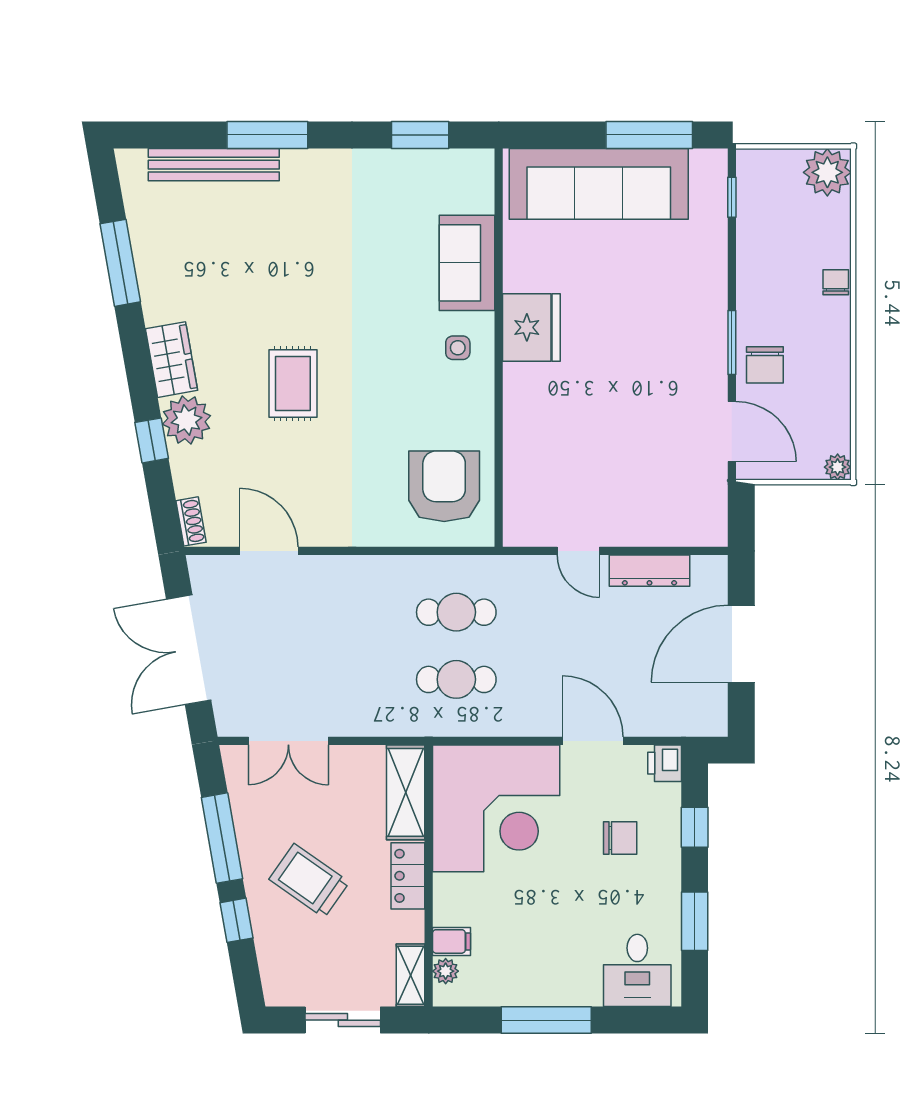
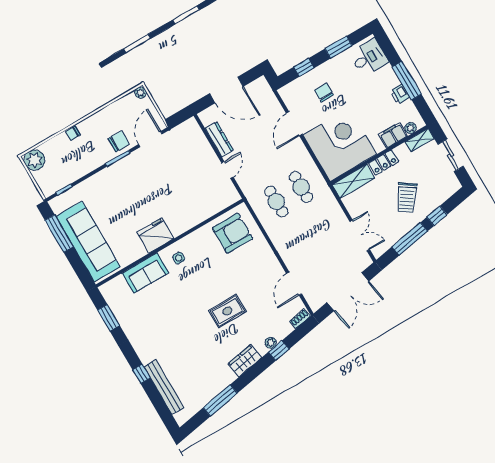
window: (267, 135) -> (142, 374), width x0.46
plant: (187, 420) -> (271, 343), width x0.53, depth x0.53
armchair: (444, 486) -> (233, 233), turned 180
printer: (665, 763) -> (400, 94), moved, turned 90
filing cabinet: (452, 941) -> (393, 135), width x2.00

